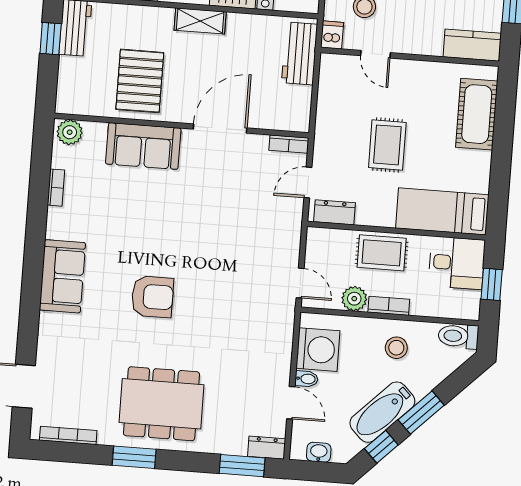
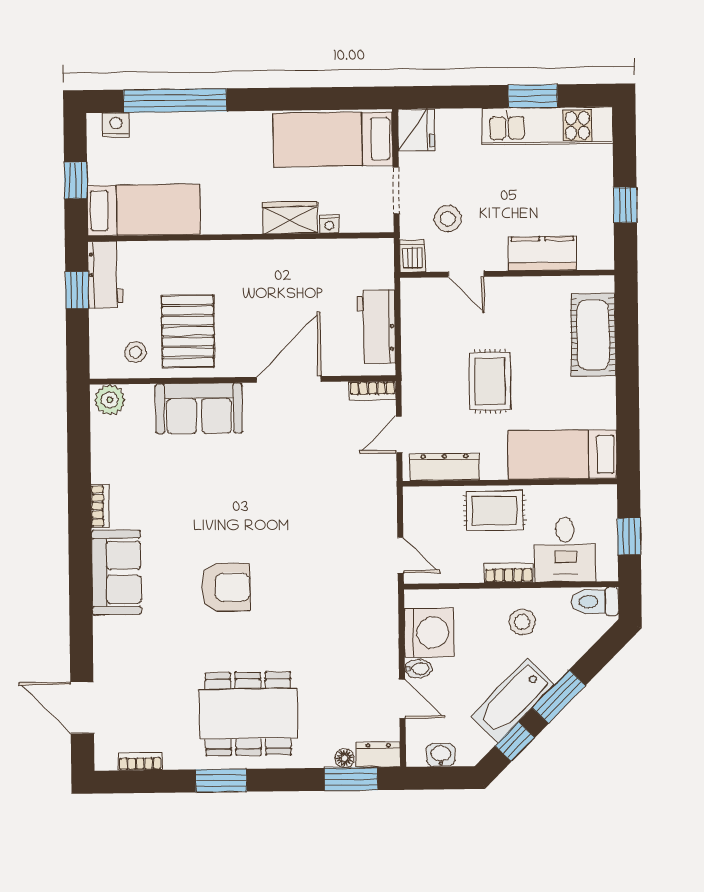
shelving: (200, 21) -> (253, 253), removed
kitchen counter: (472, 45) -> (542, 254), moved
workbench: (300, 53) -> (376, 327), moved
stool: (95, 94) -> (136, 352), added
bookcase: (56, 188) -> (100, 506), moved
dresser: (334, 212) -> (445, 467), width x1.44
desk: (457, 263) -> (565, 550), moved, turned 90
plant: (354, 299) -> (467, 568), removed
bookcase: (68, 435) -> (140, 762), width x0.64
floor lamp: (238, 448) -> (344, 758), added

